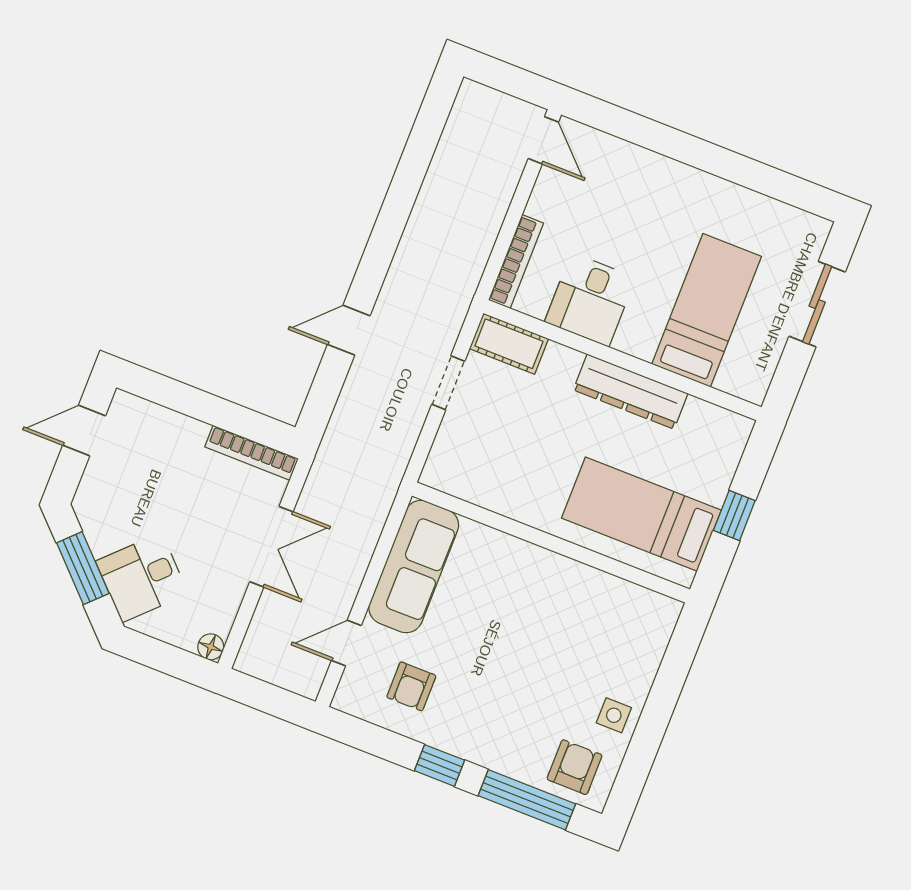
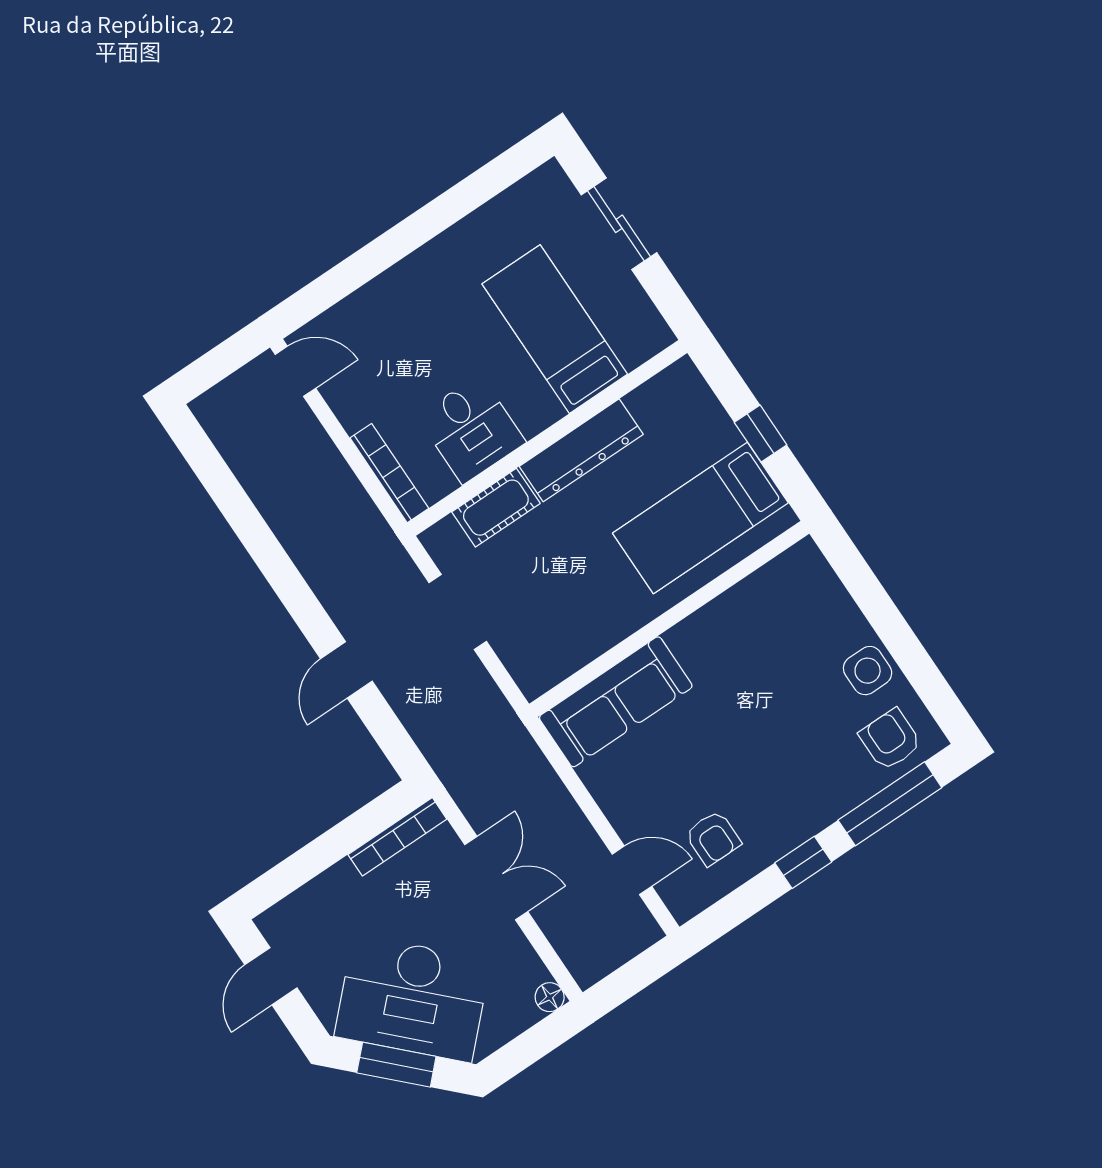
cot: (509, 344) -> (496, 508), moved
doorway: (448, 383) -> (458, 612), width x1.38
sofa: (414, 566) -> (616, 702), moved, turned 90
desk: (142, 578) -> (413, 998), width x1.87, depth x1.30
door: (346, 643) -> (632, 870), swing flipped
side table: (614, 715) -> (868, 671), width x1.37, depth x1.37

